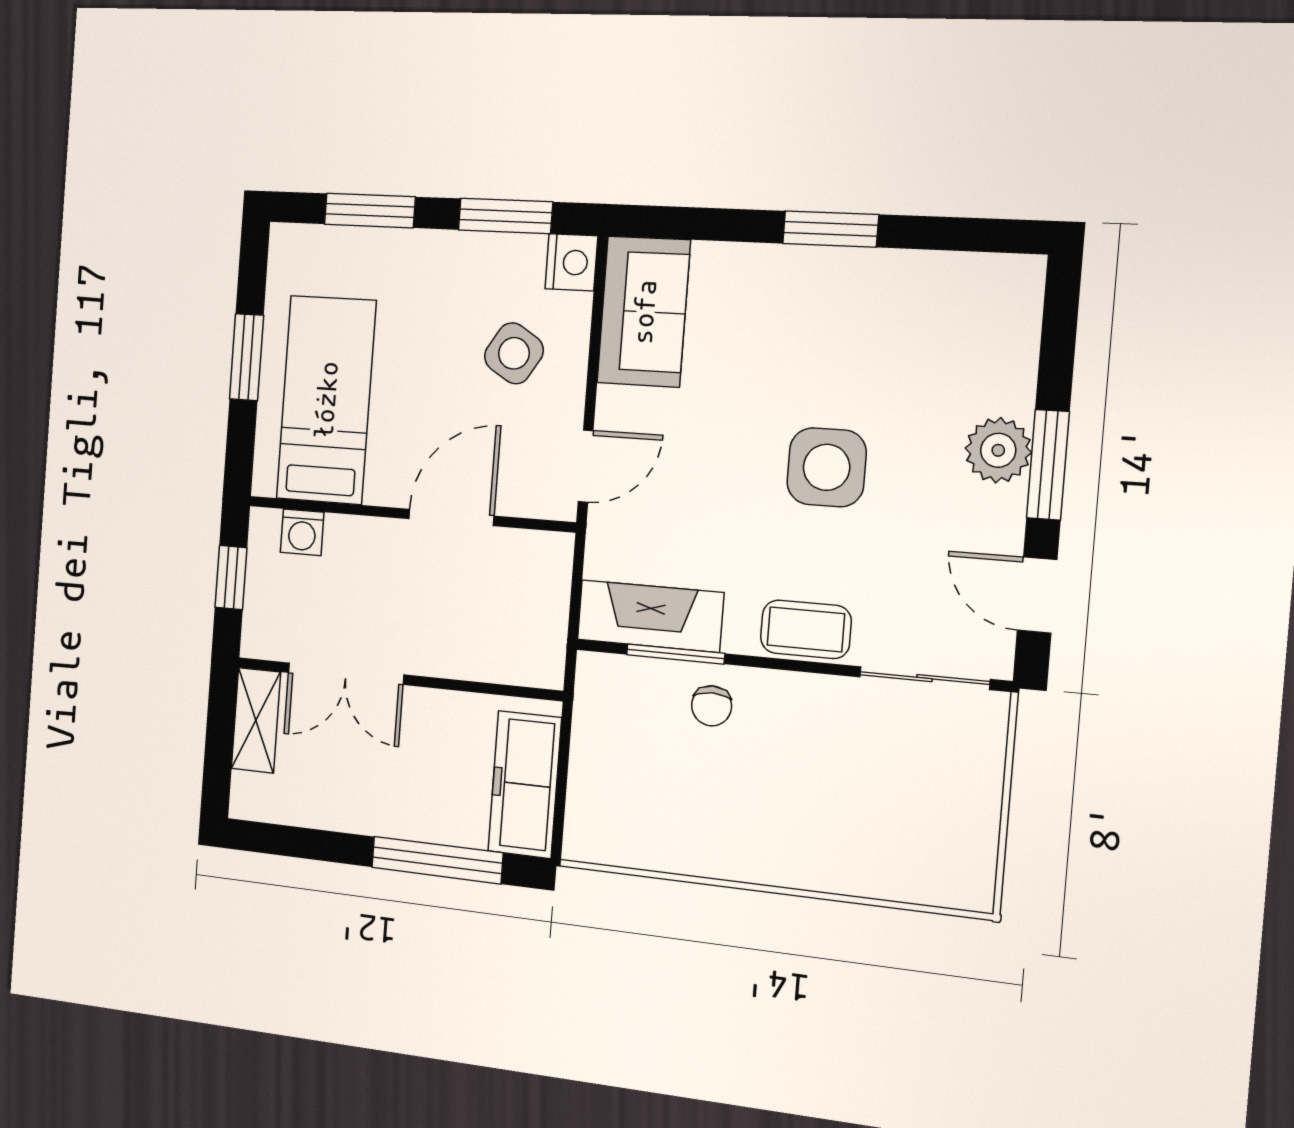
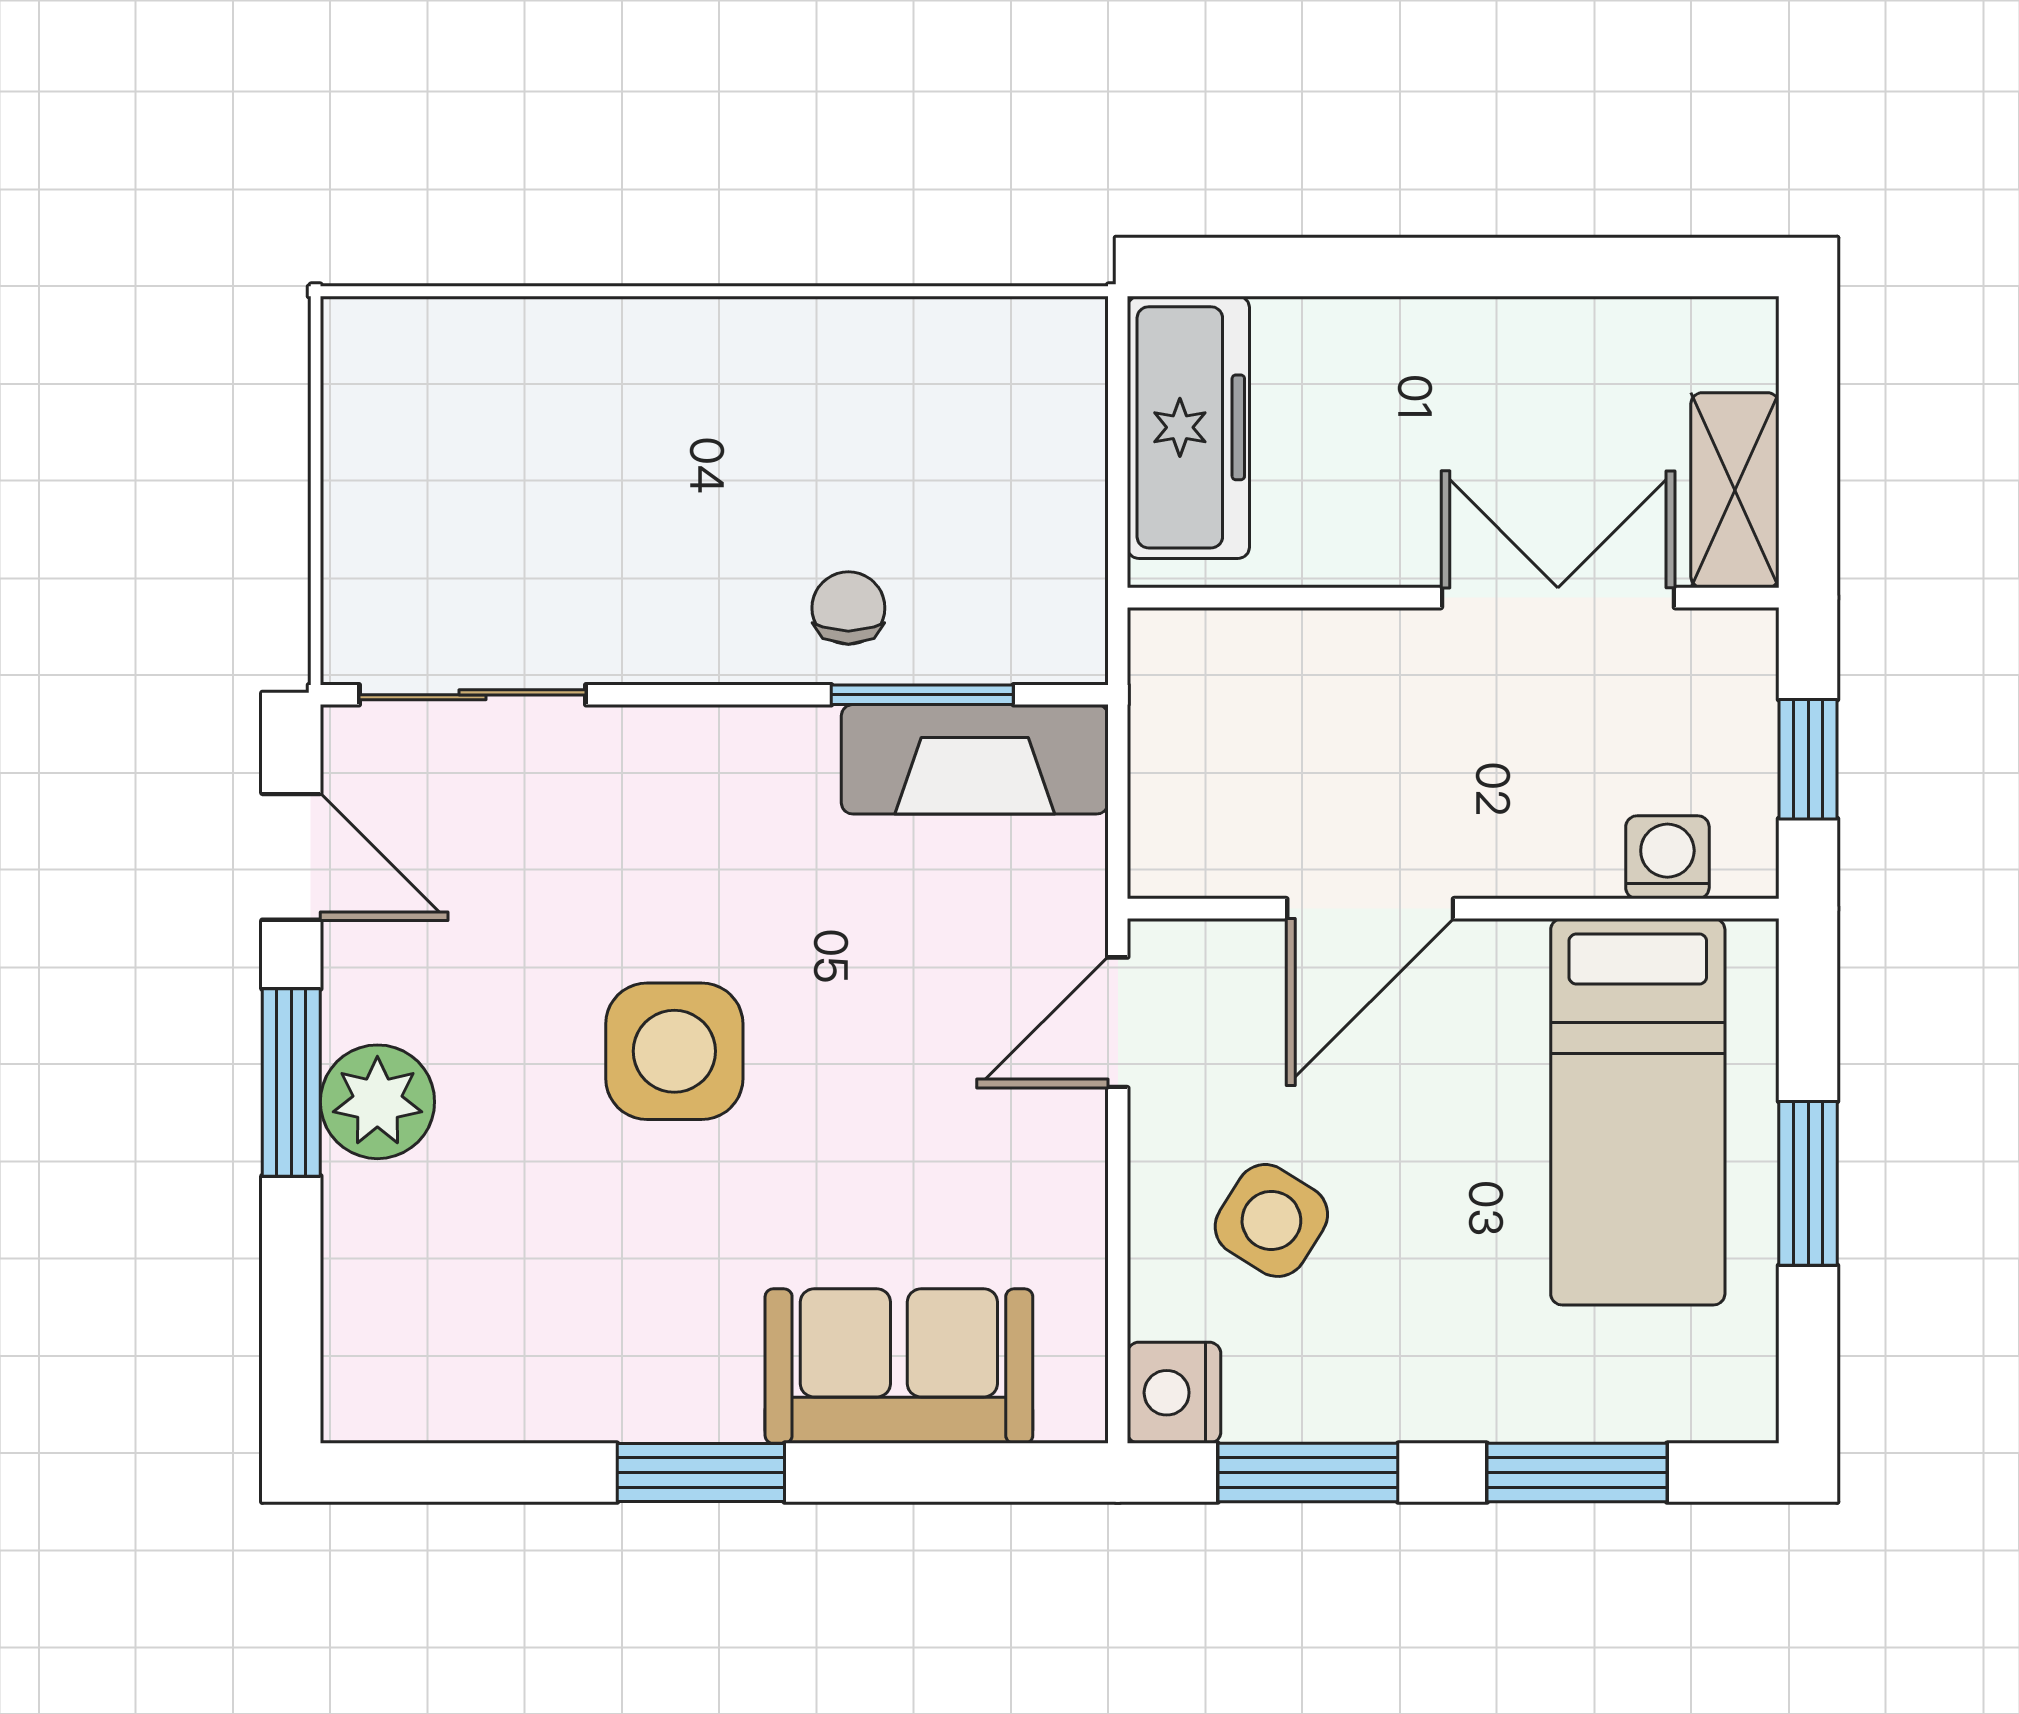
sofa: (644, 312) -> (899, 1366), moved, turned 90
coffee table: (806, 629) -> (689, 761), removed
window: (437, 860) -> (1348, 267), removed

